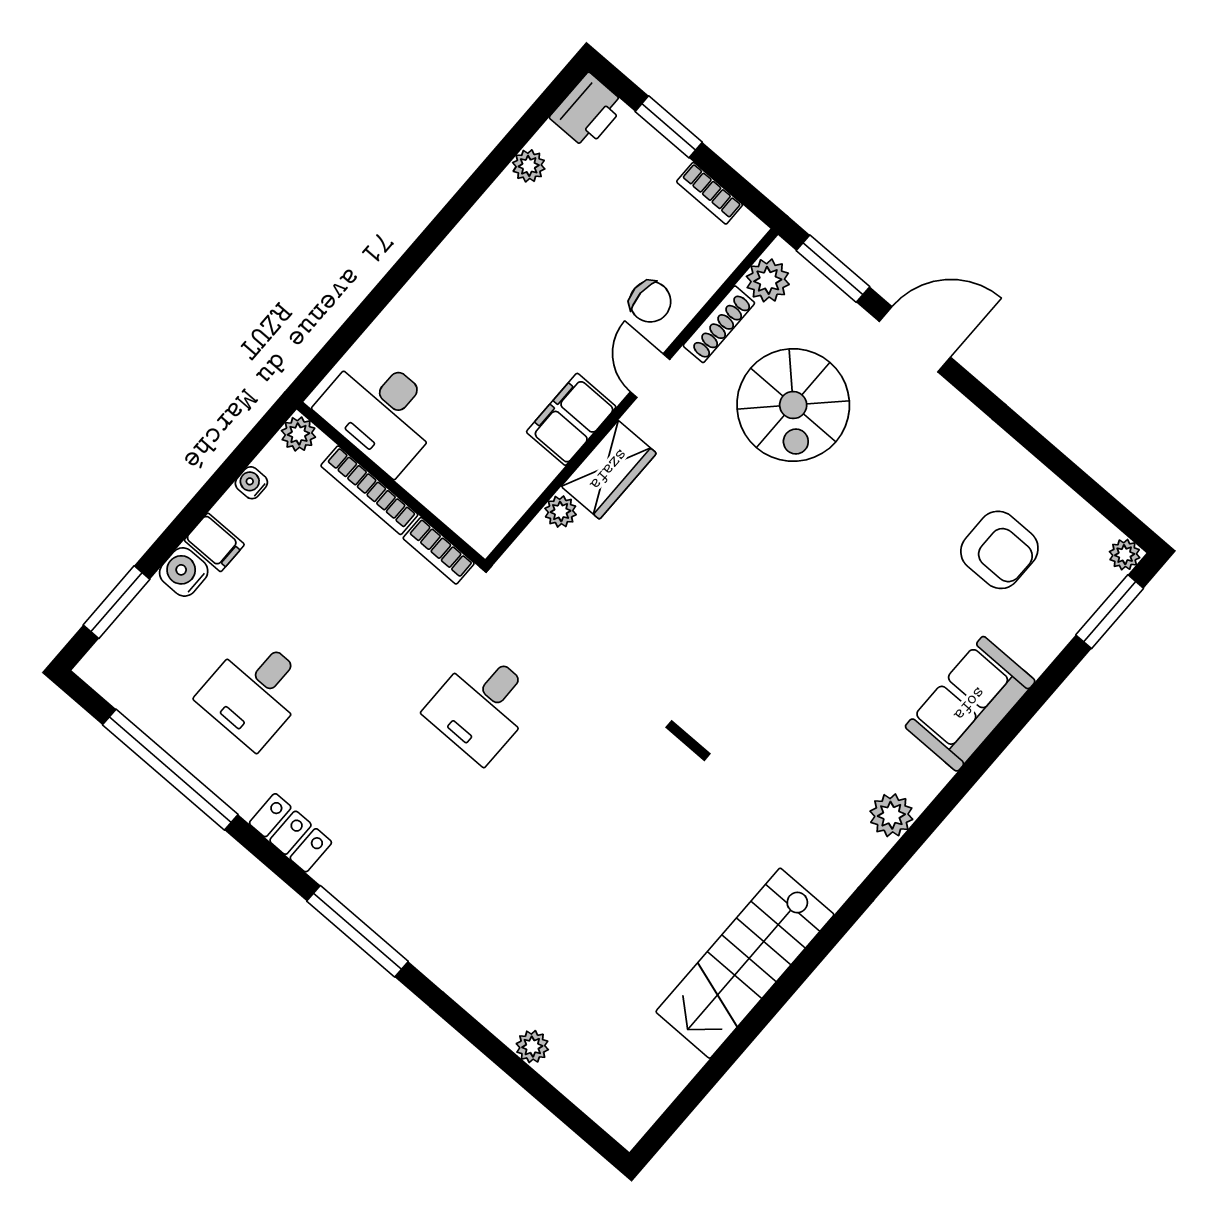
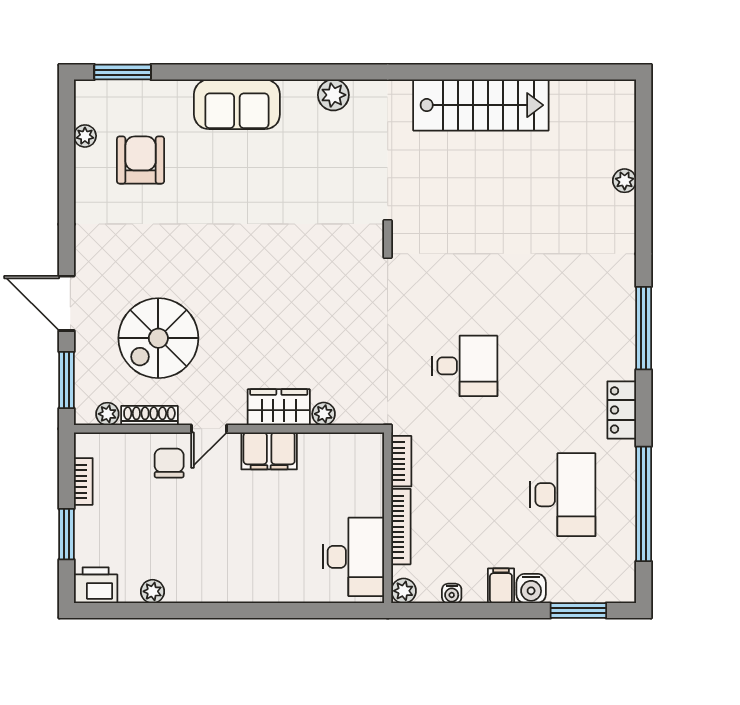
plant: (768, 280) -> (107, 414), width x0.73, depth x0.73
spiral stairs: (793, 405) -> (158, 338), turned 180
plant: (1125, 555) -> (85, 136), moved
desk: (255, 692) -> (563, 495), width x1.37

